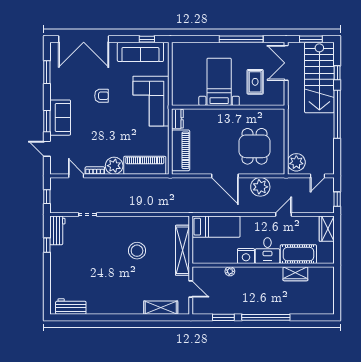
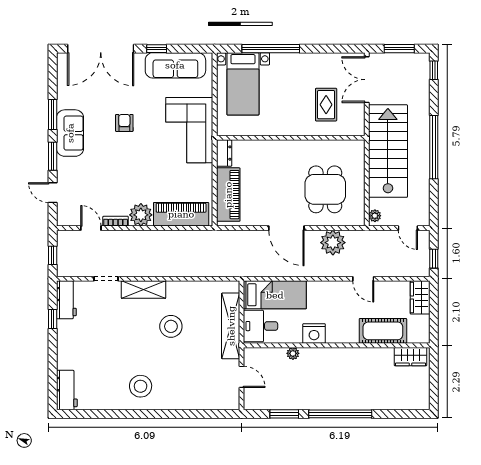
window: (147, 39) -> (157, 49), moved
window: (241, 39) -> (271, 49), moved
window: (47, 72) -> (53, 115), moved
window: (337, 73) -> (434, 70), moved
stairs: (319, 78) -> (388, 151), moved, turned 180
bed with nightstands: (219, 82) -> (243, 84), moved, turned 180
armchair: (102, 96) -> (124, 123), turned -90
sofa: (60, 118) -> (70, 133), moved
plant: (296, 162) -> (375, 216), width x0.53, depth x0.53
door: (317, 176) -> (408, 228), hinge flipped
door: (284, 214) -> (363, 279), swing flipped
desk: (267, 251) -> (261, 326), moved, turned 90
wardrobe: (295, 274) -> (411, 357), moved
stool: (114, 296) -> (141, 386), added
workbench: (71, 306) -> (67, 390), moved, turned 90
shelving: (161, 308) -> (143, 290), moved

